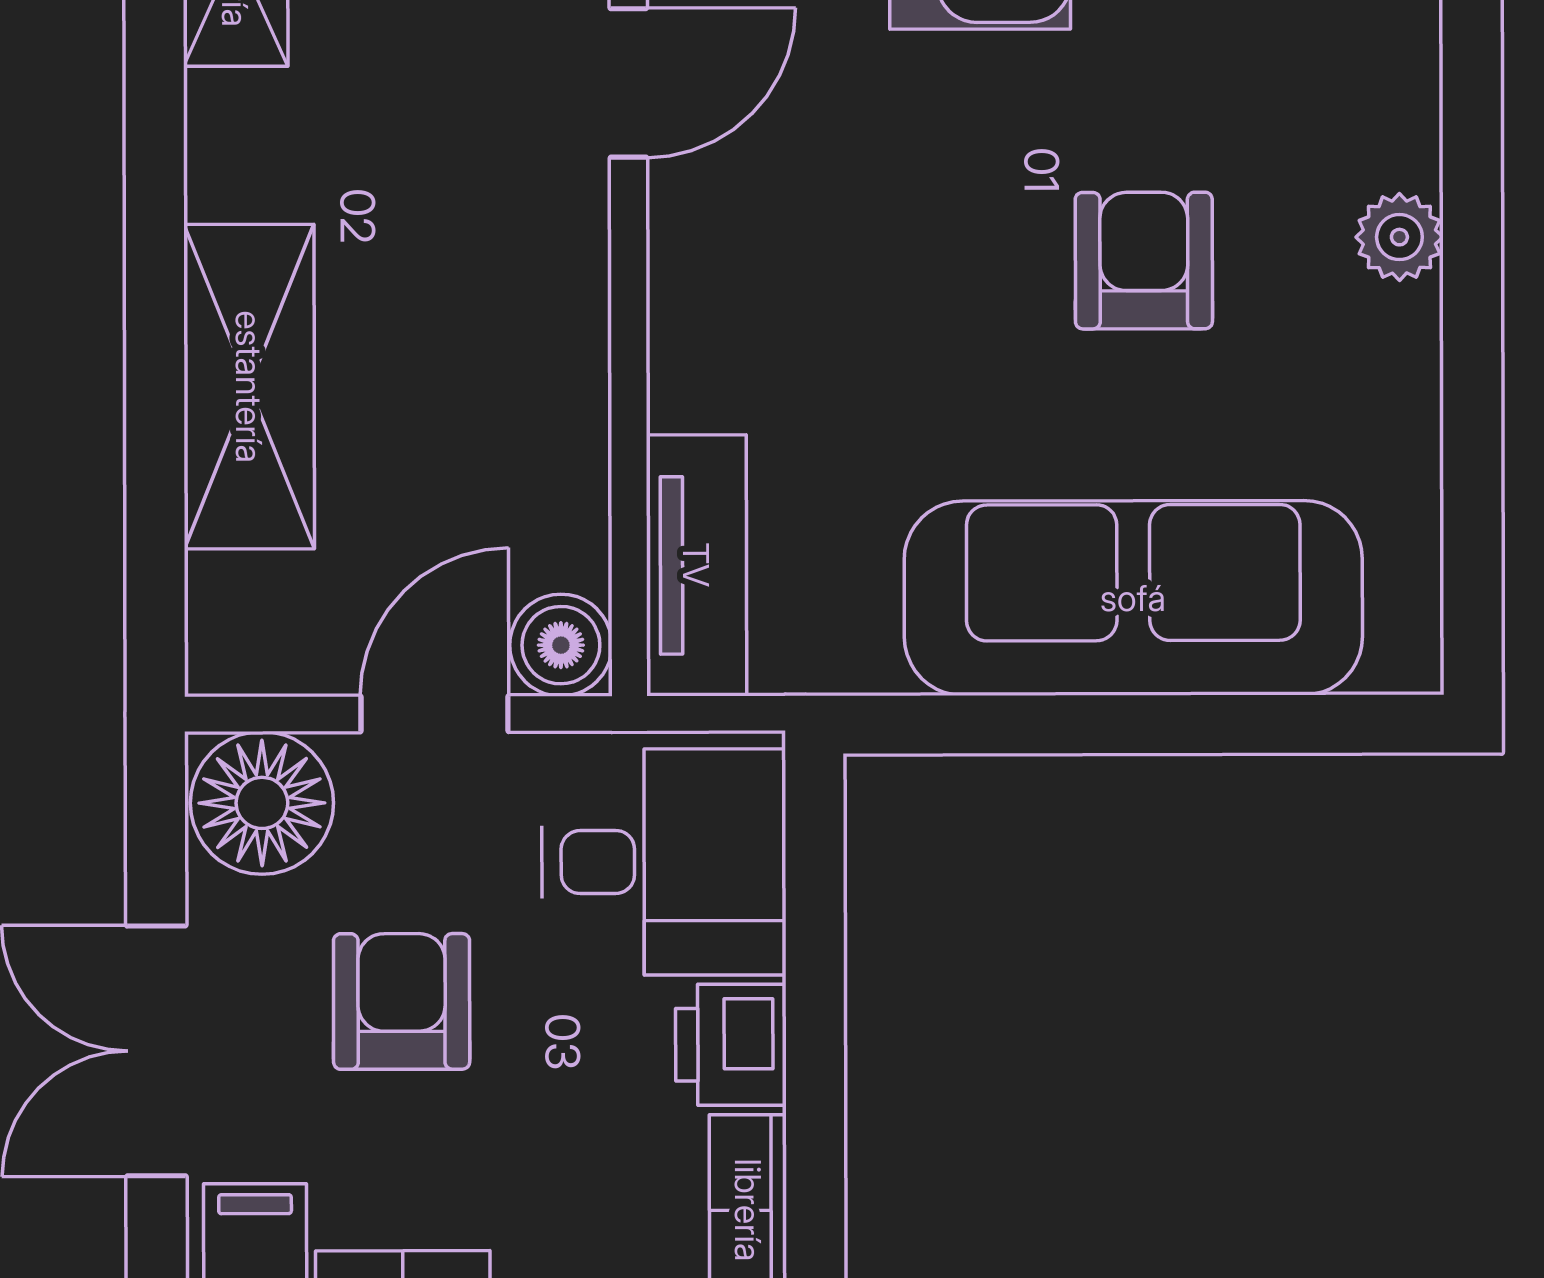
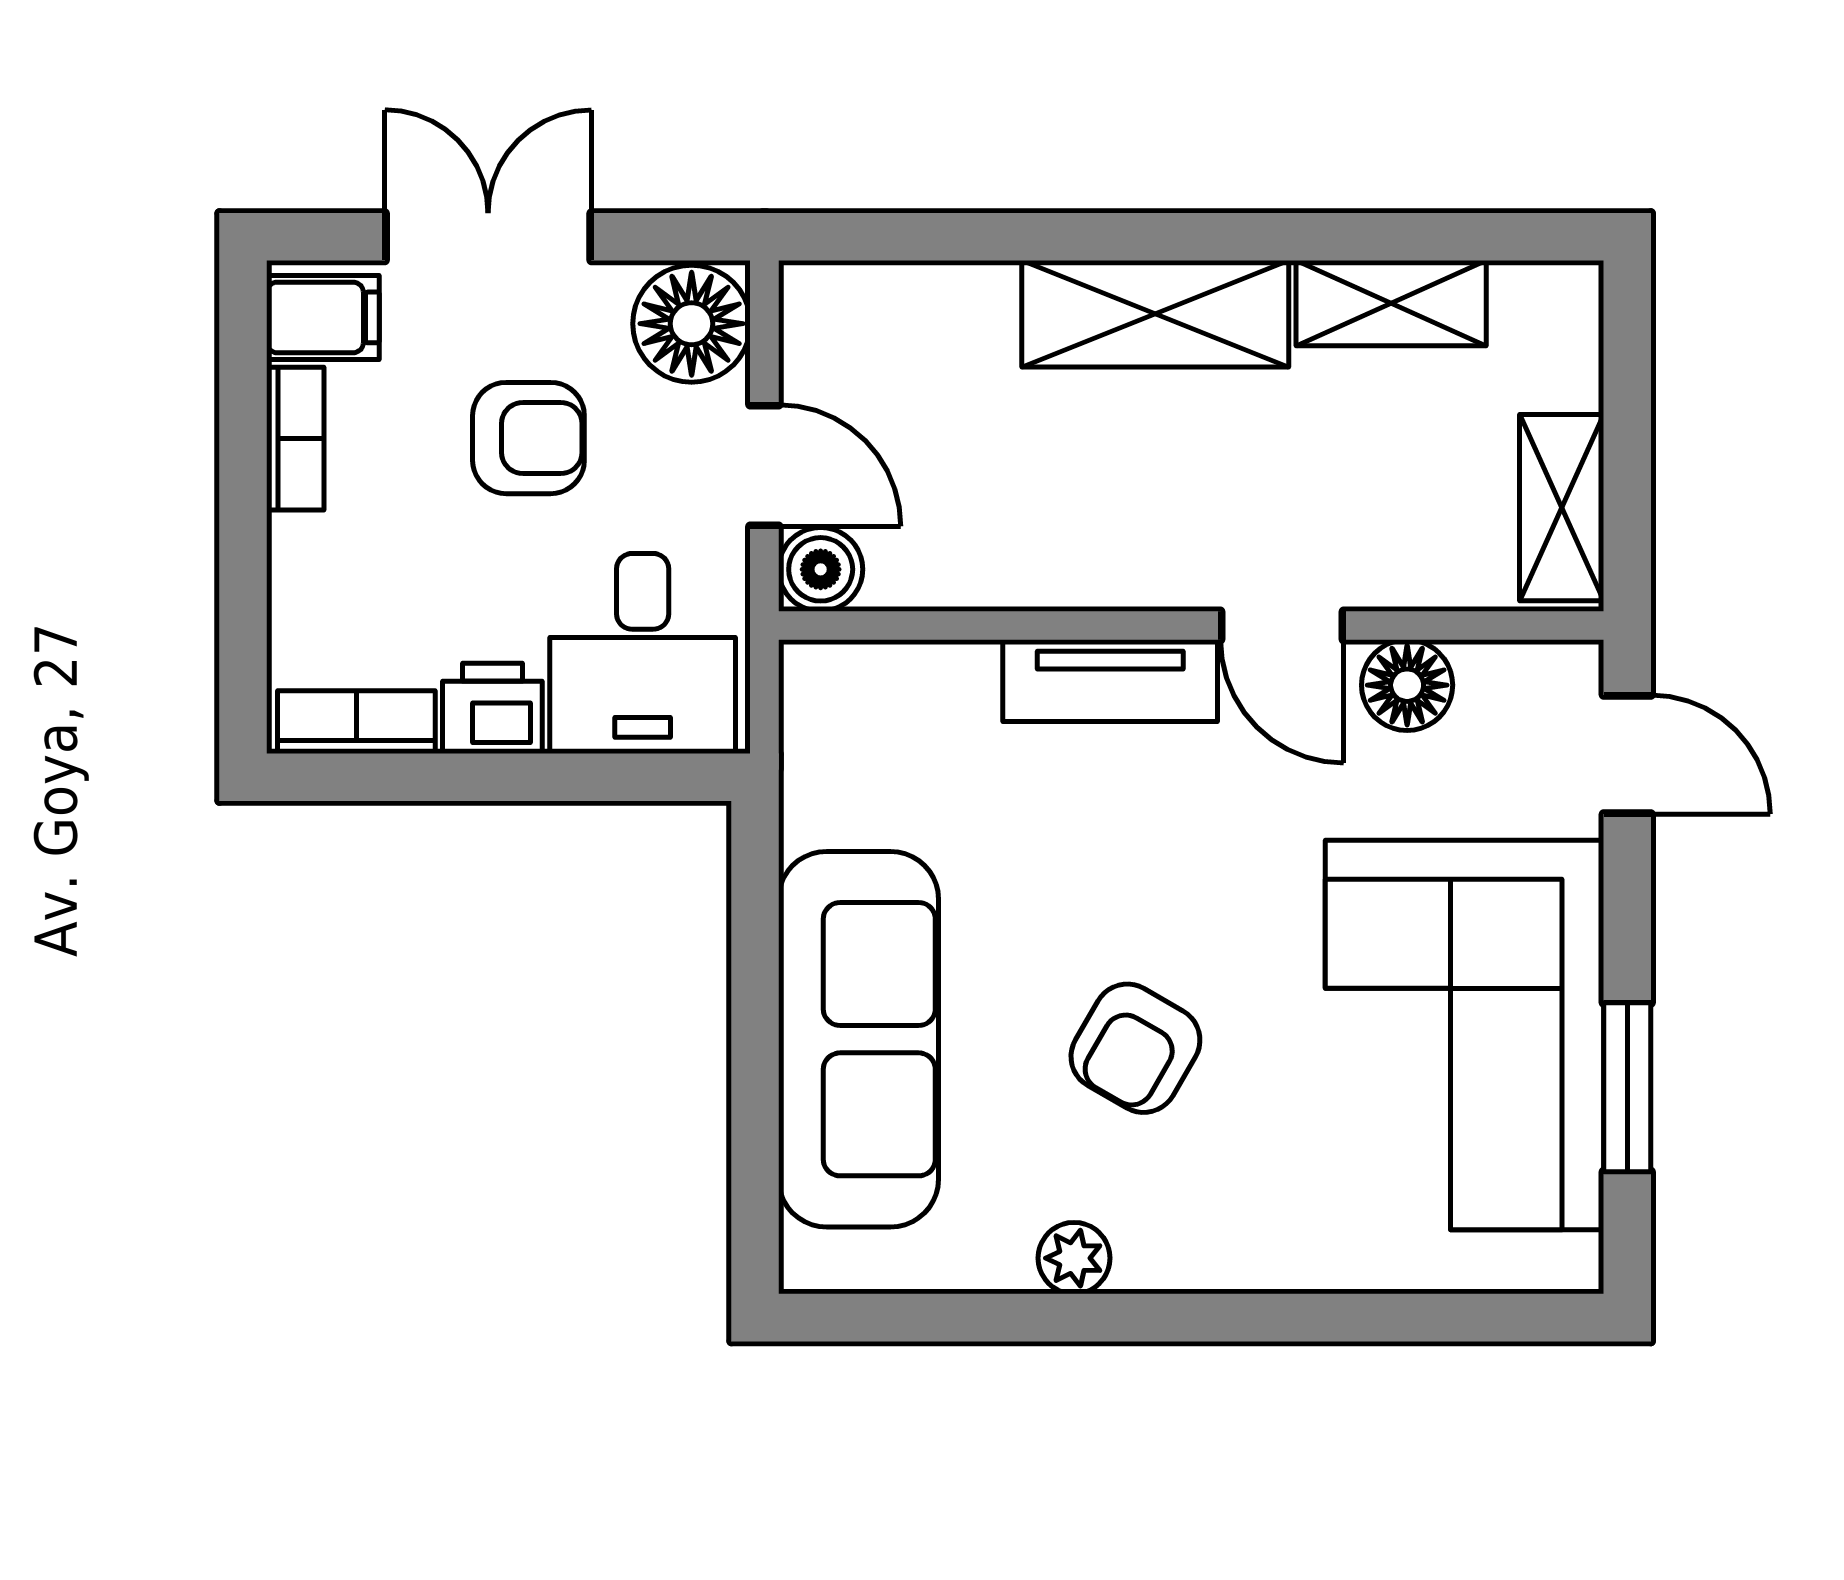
plant: (1399, 237) -> (1074, 1258), moved
armchair: (1144, 261) -> (1135, 1048), turned 120
shelving: (249, 387) -> (1155, 314), moved
tv unit: (696, 565) -> (1110, 681), moved

